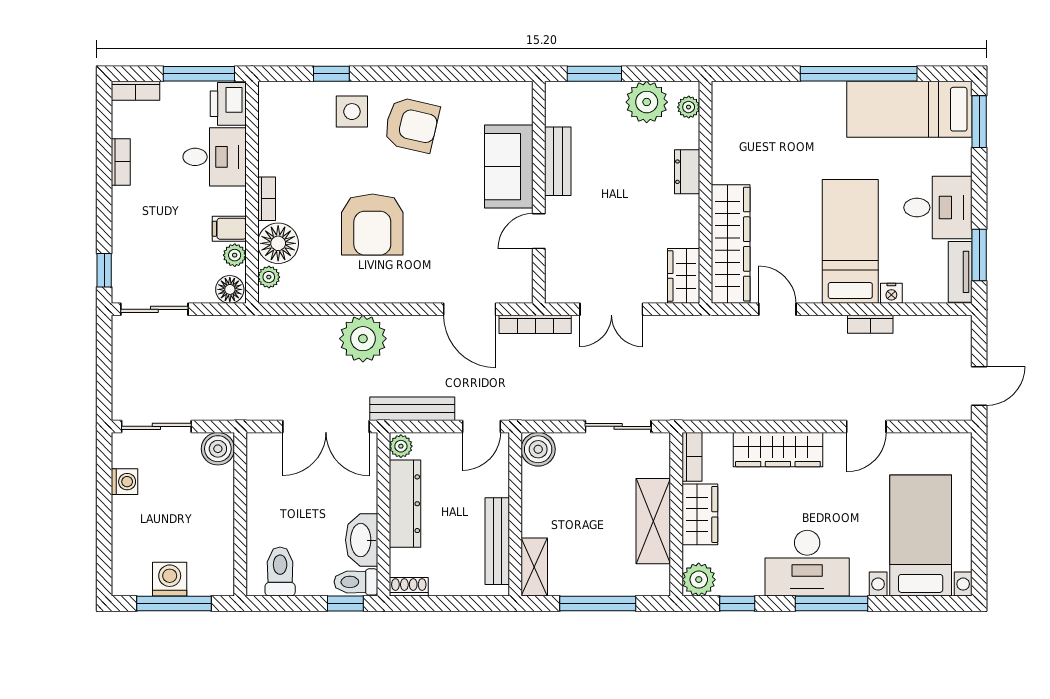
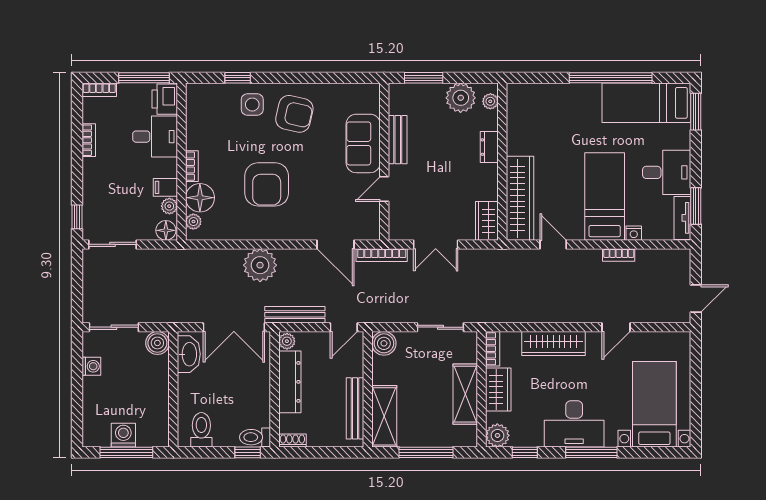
washbasin: (362, 540) -> (189, 354), moved, turned 180
shelving: (534, 567) -> (384, 416), width x1.50, depth x1.33

